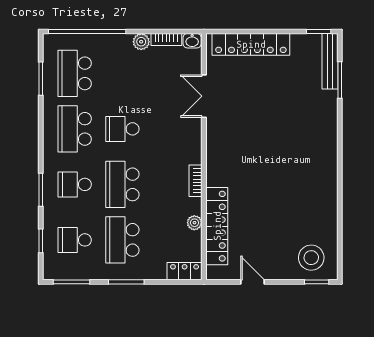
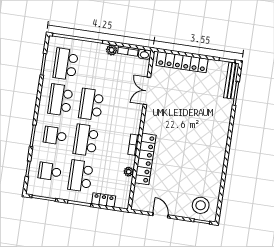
school desk: (122, 129) -> (91, 104), width x1.85
locker: (217, 226) -> (145, 159), moved
locker: (185, 271) -> (104, 200), moved

